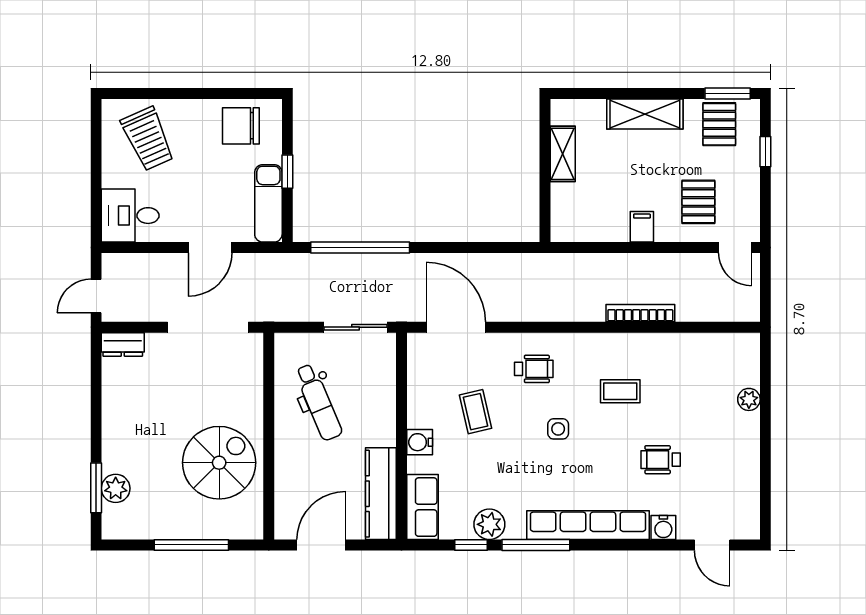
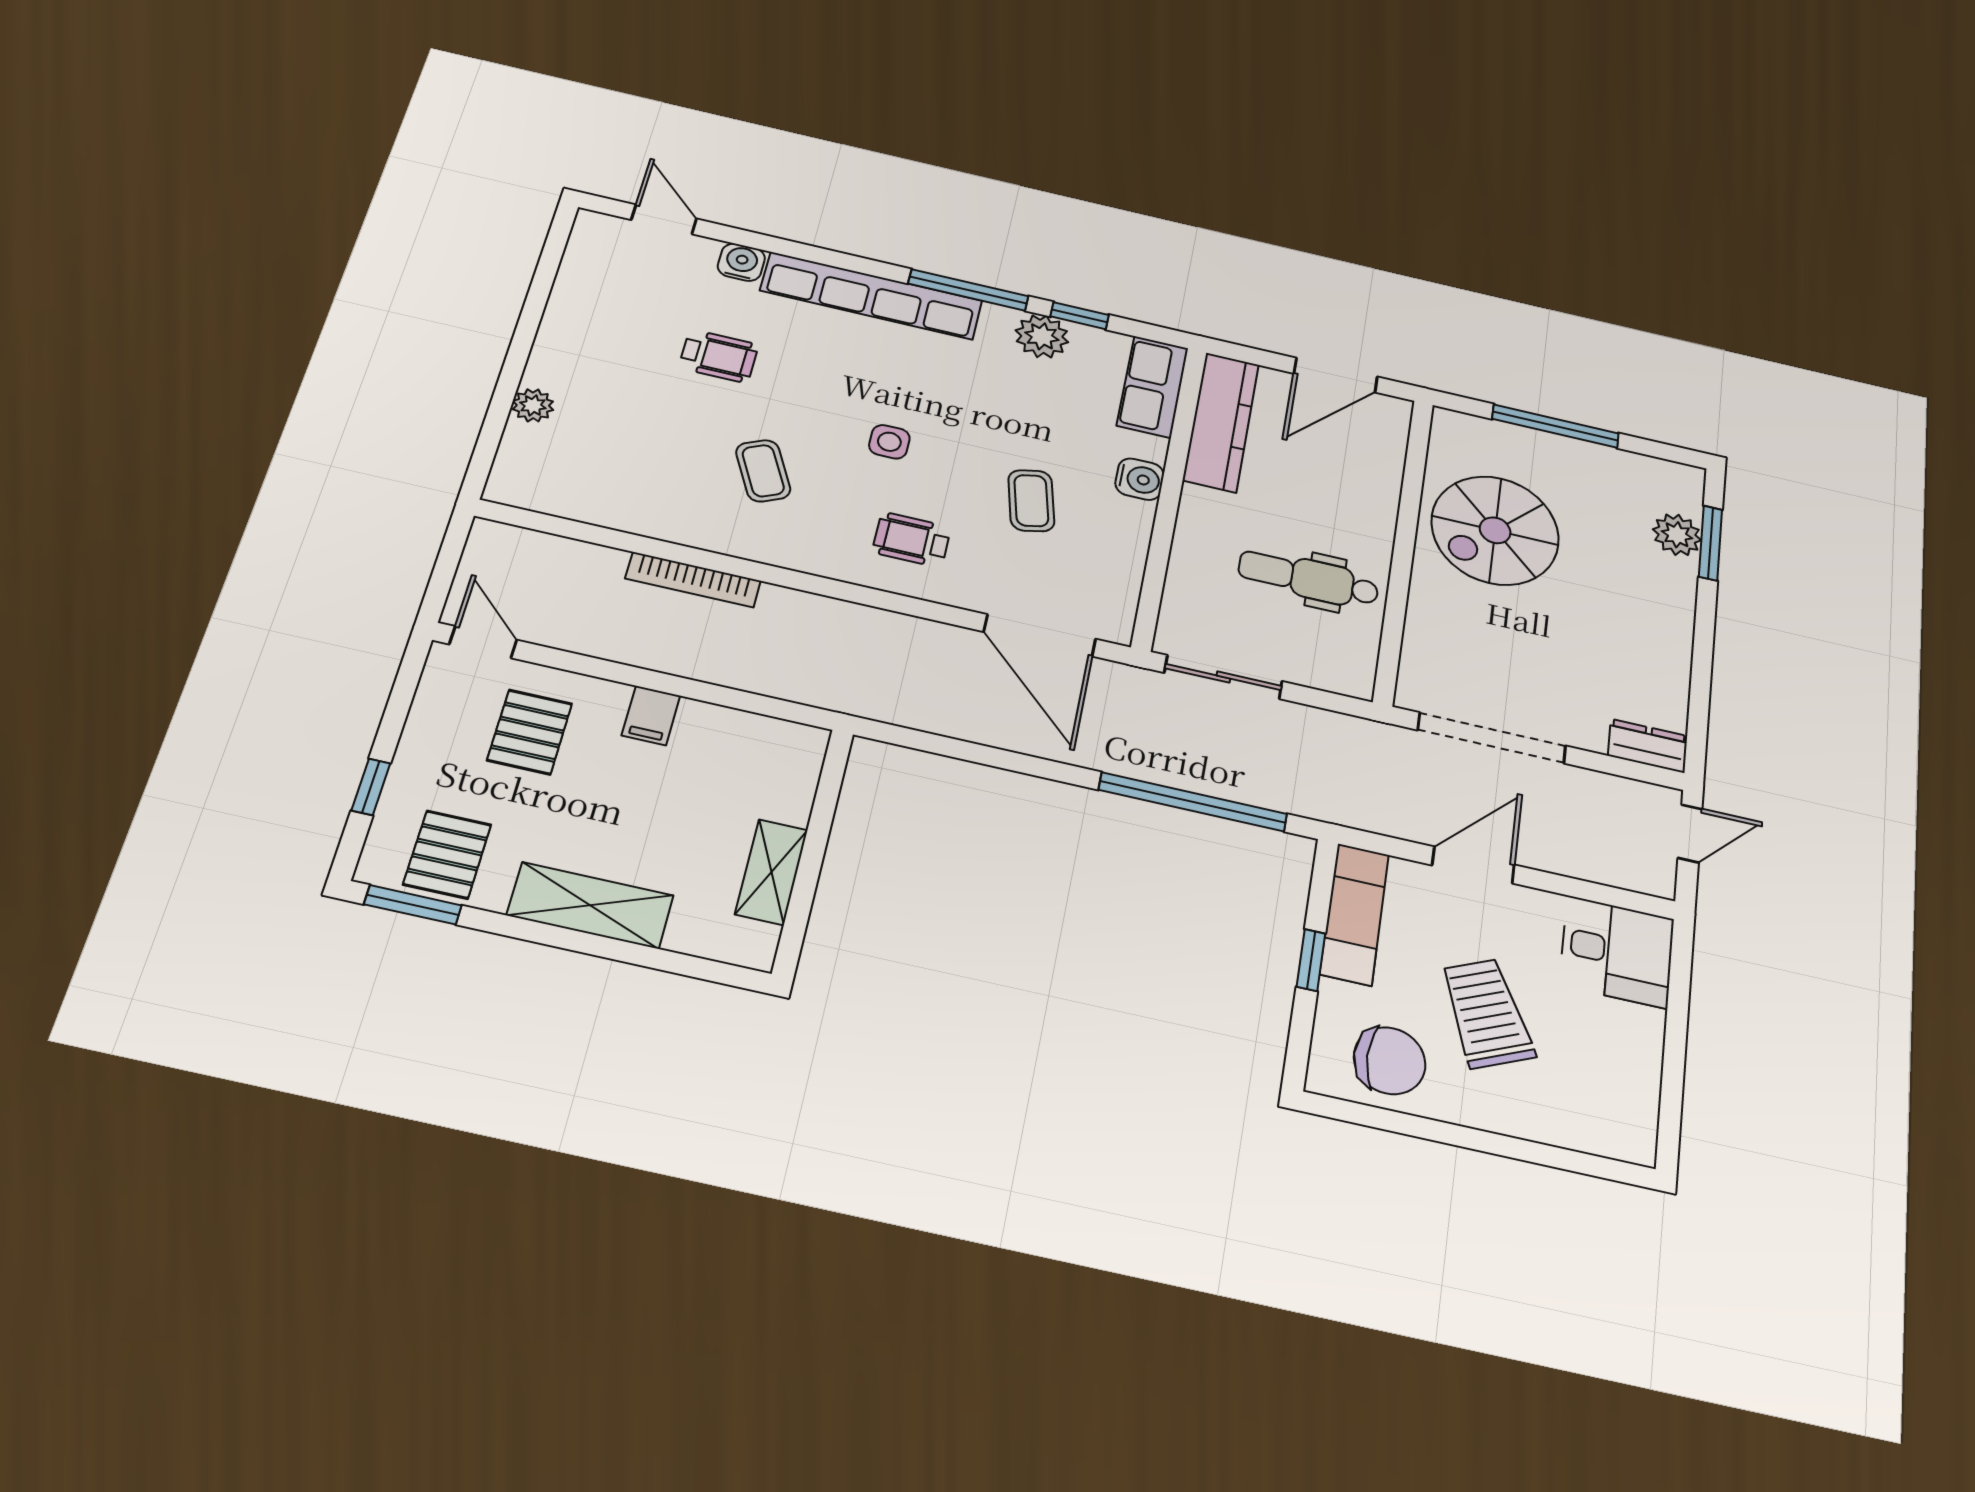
trolley: (148, 139) -> (1487, 1013), moved
coffee table: (620, 391) -> (763, 471), turned 64
dental chair: (318, 402) -> (1308, 579), turned -67

